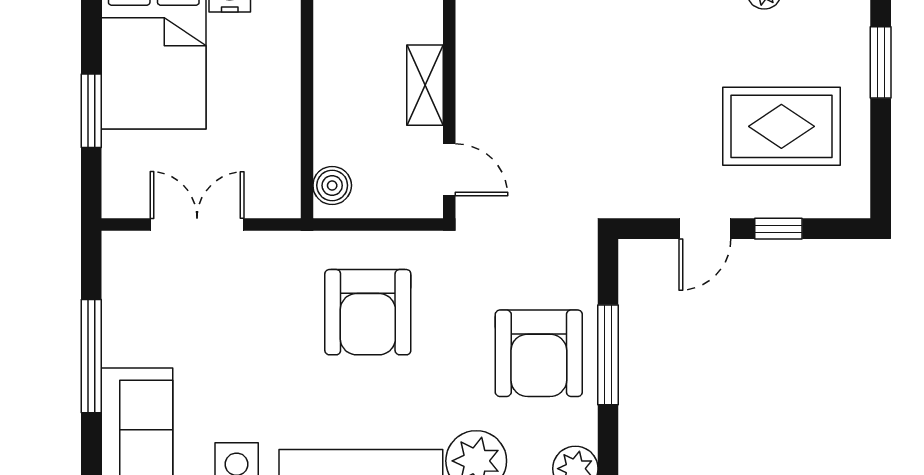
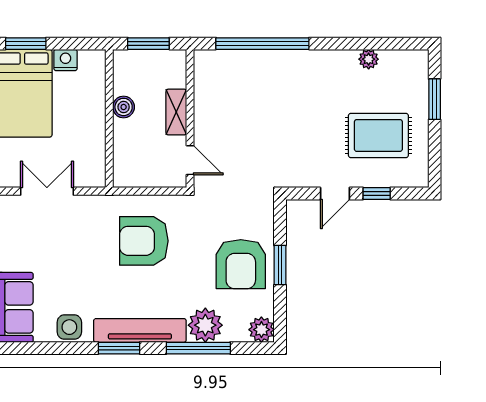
boiler: (332, 185) -> (124, 107), moved
armchair: (368, 312) -> (144, 241), turned 90
window: (608, 355) -> (280, 265), width x0.69

